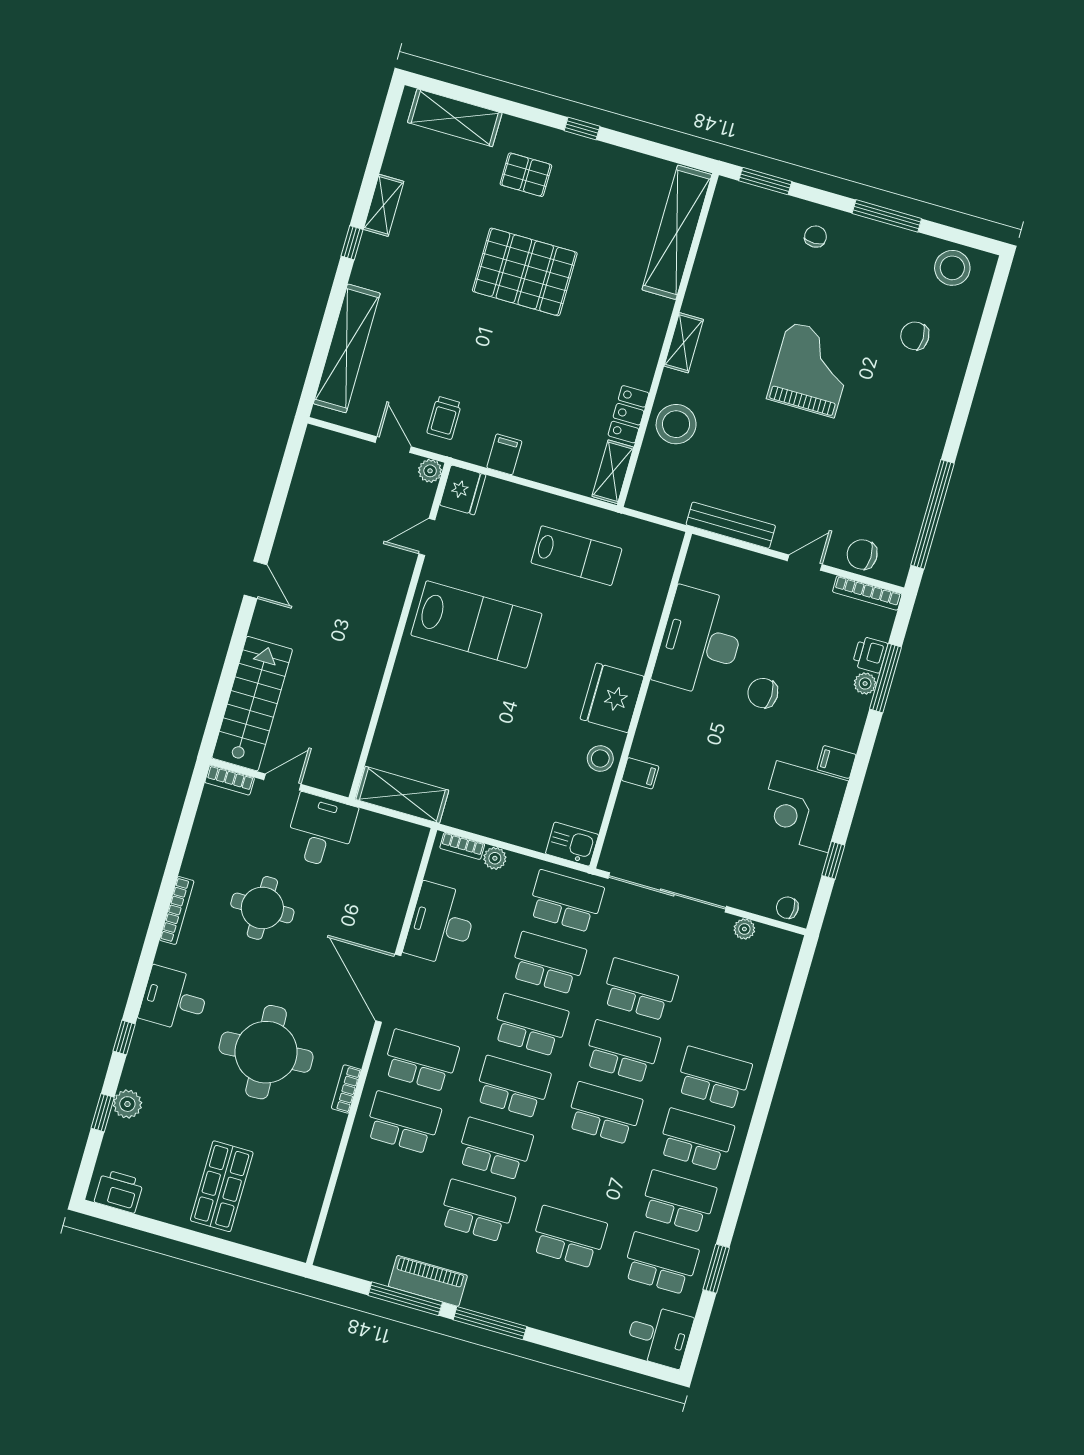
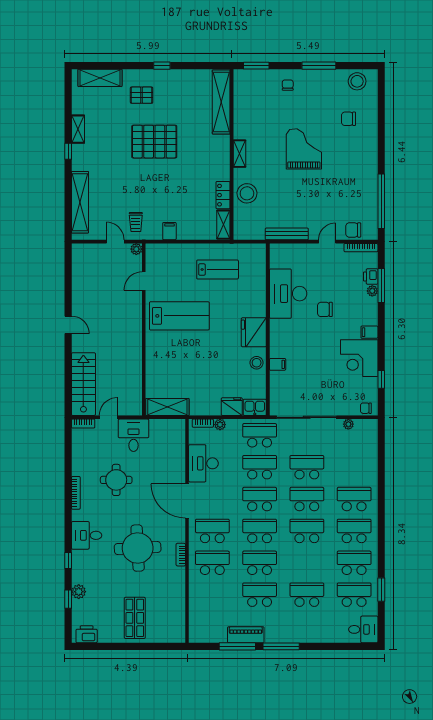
fridge: (463, 490) -> (232, 407), moved, turned -90

